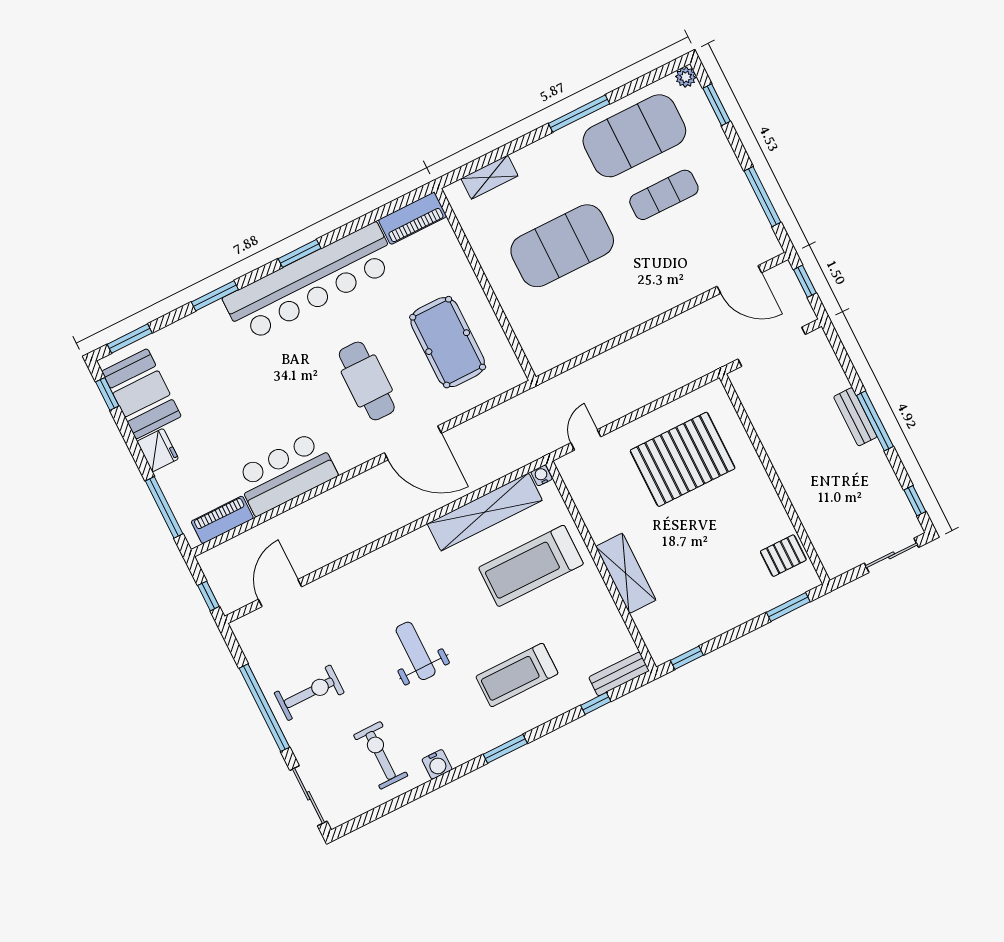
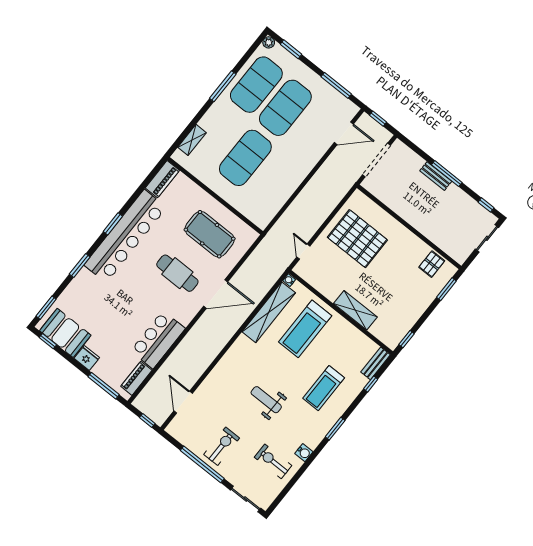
exercise mat: (664, 195) -> (285, 108), width x2.00, depth x1.45
pallet: (683, 459) -> (357, 239), turned 90

